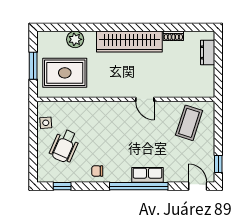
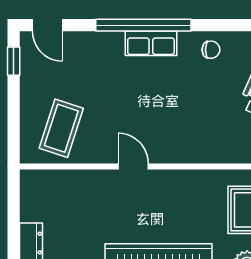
row of seats: (147, 175) -> (151, 43), moved

